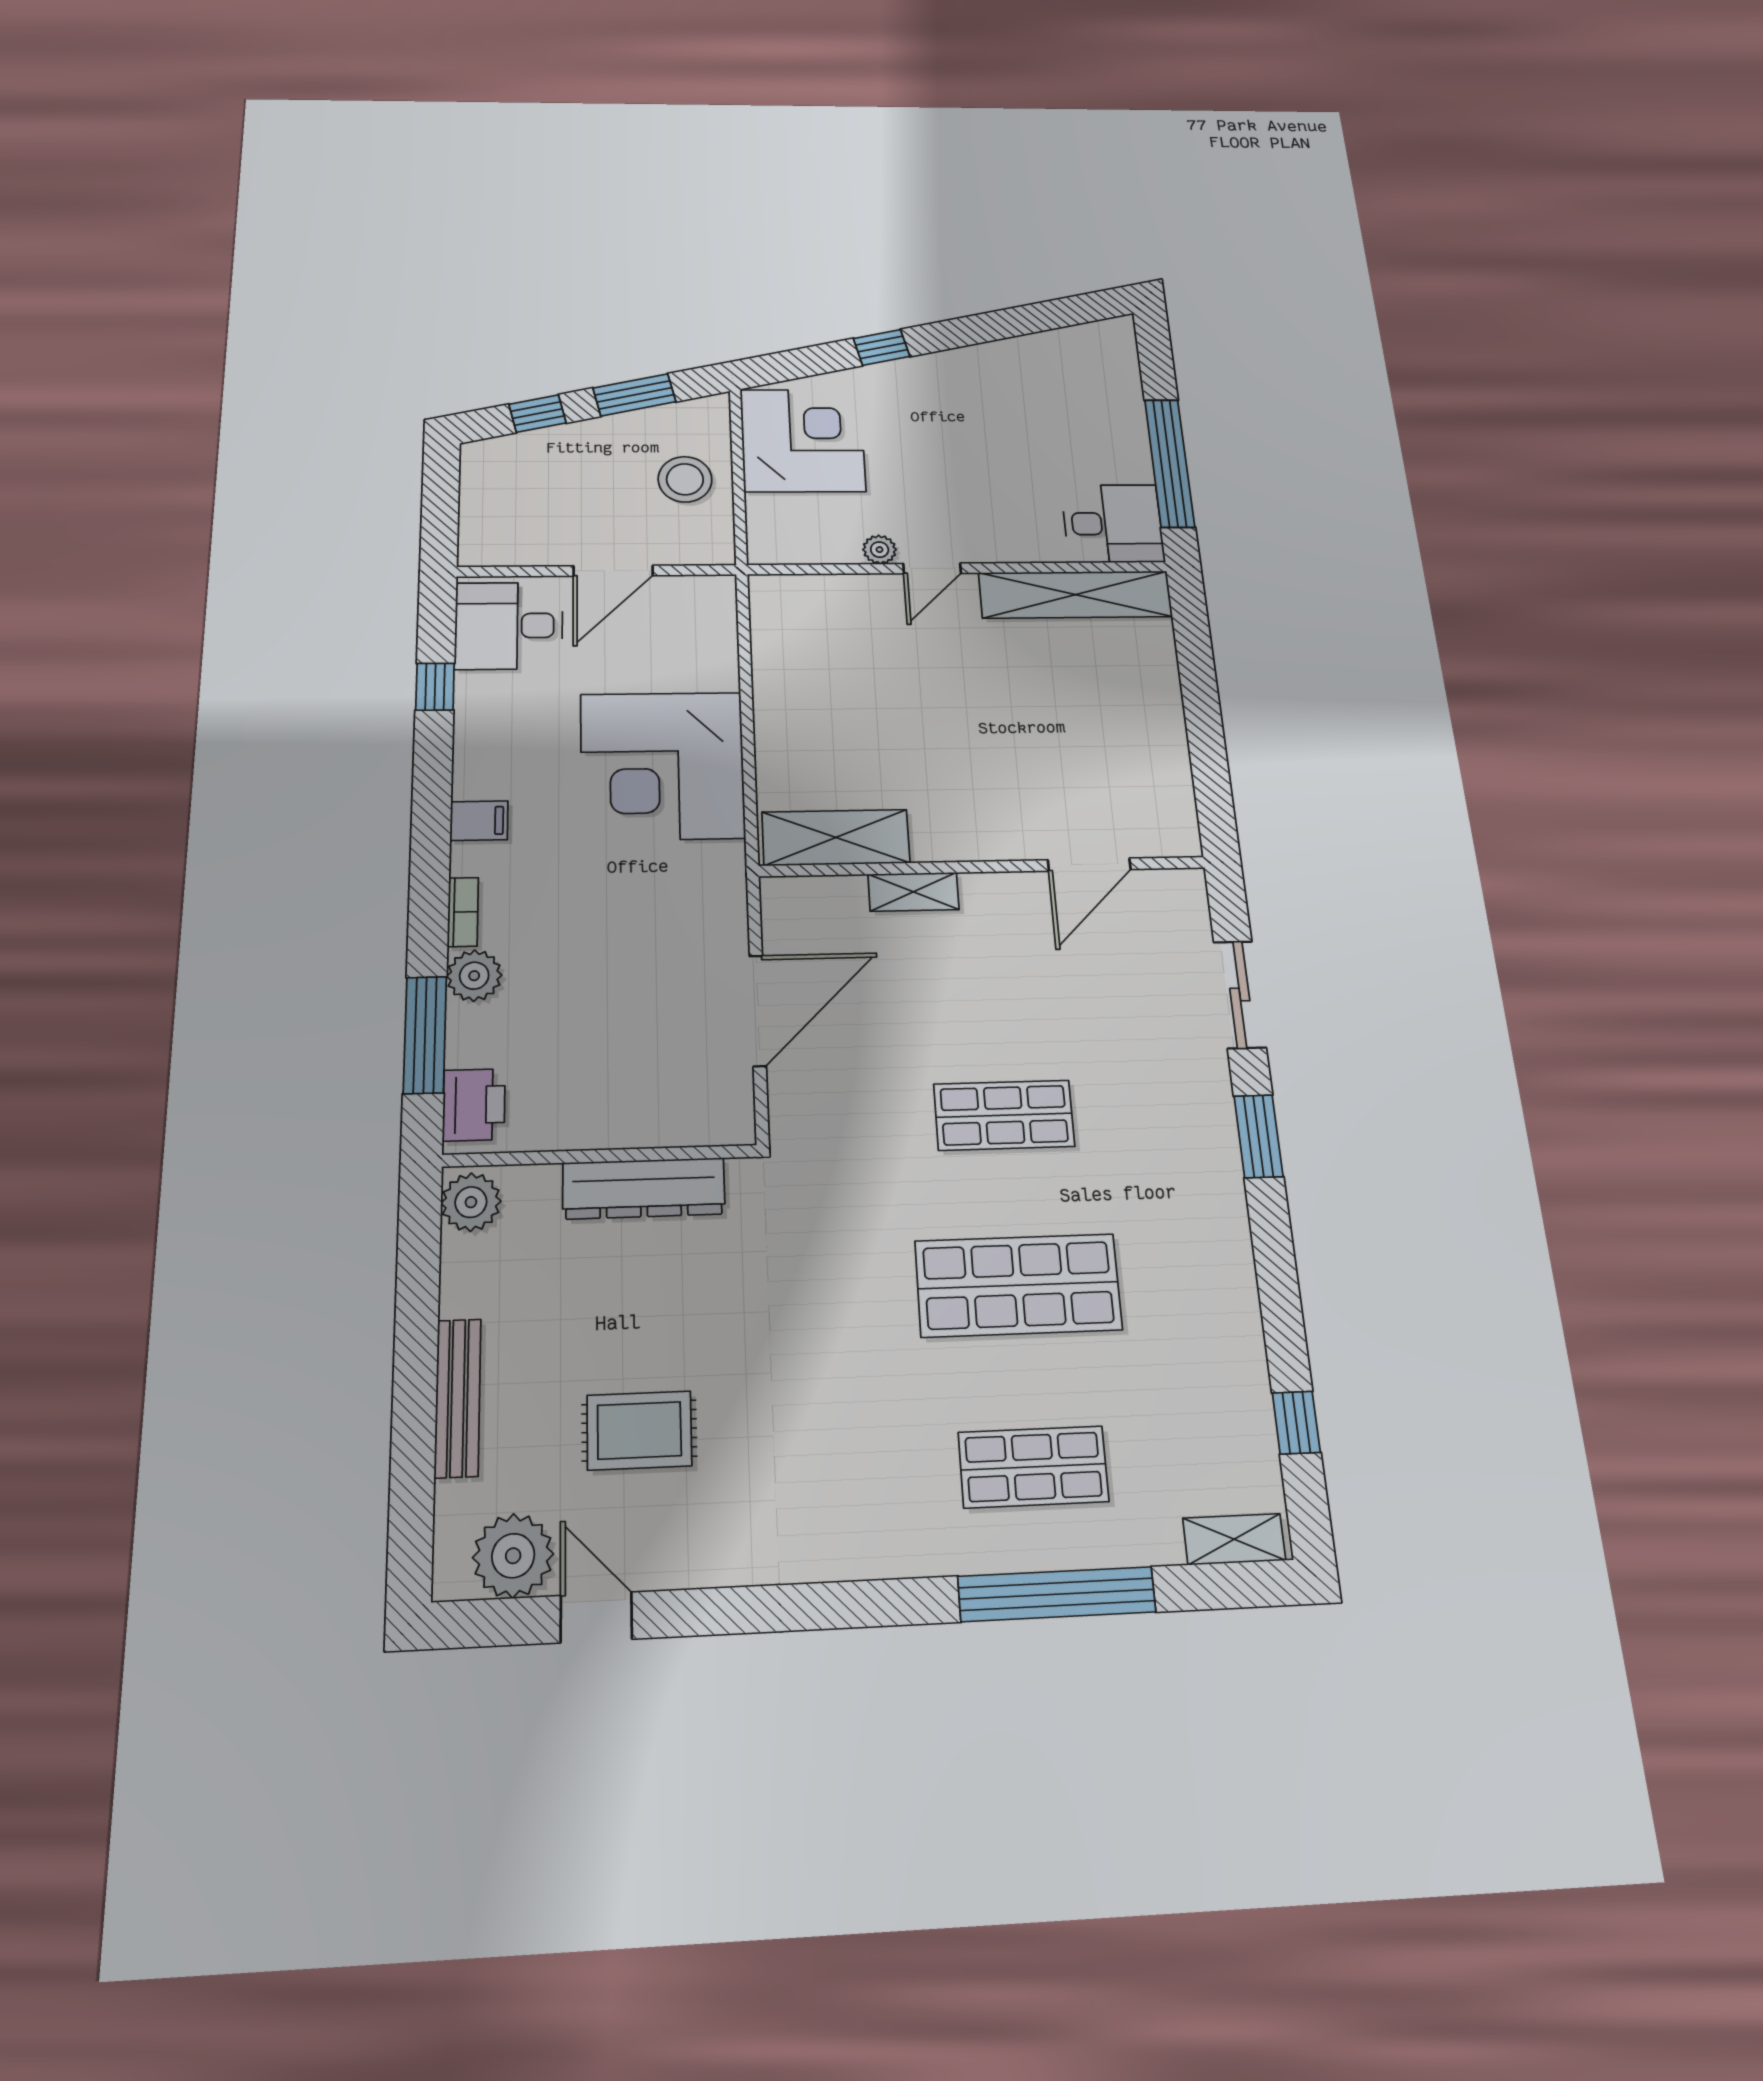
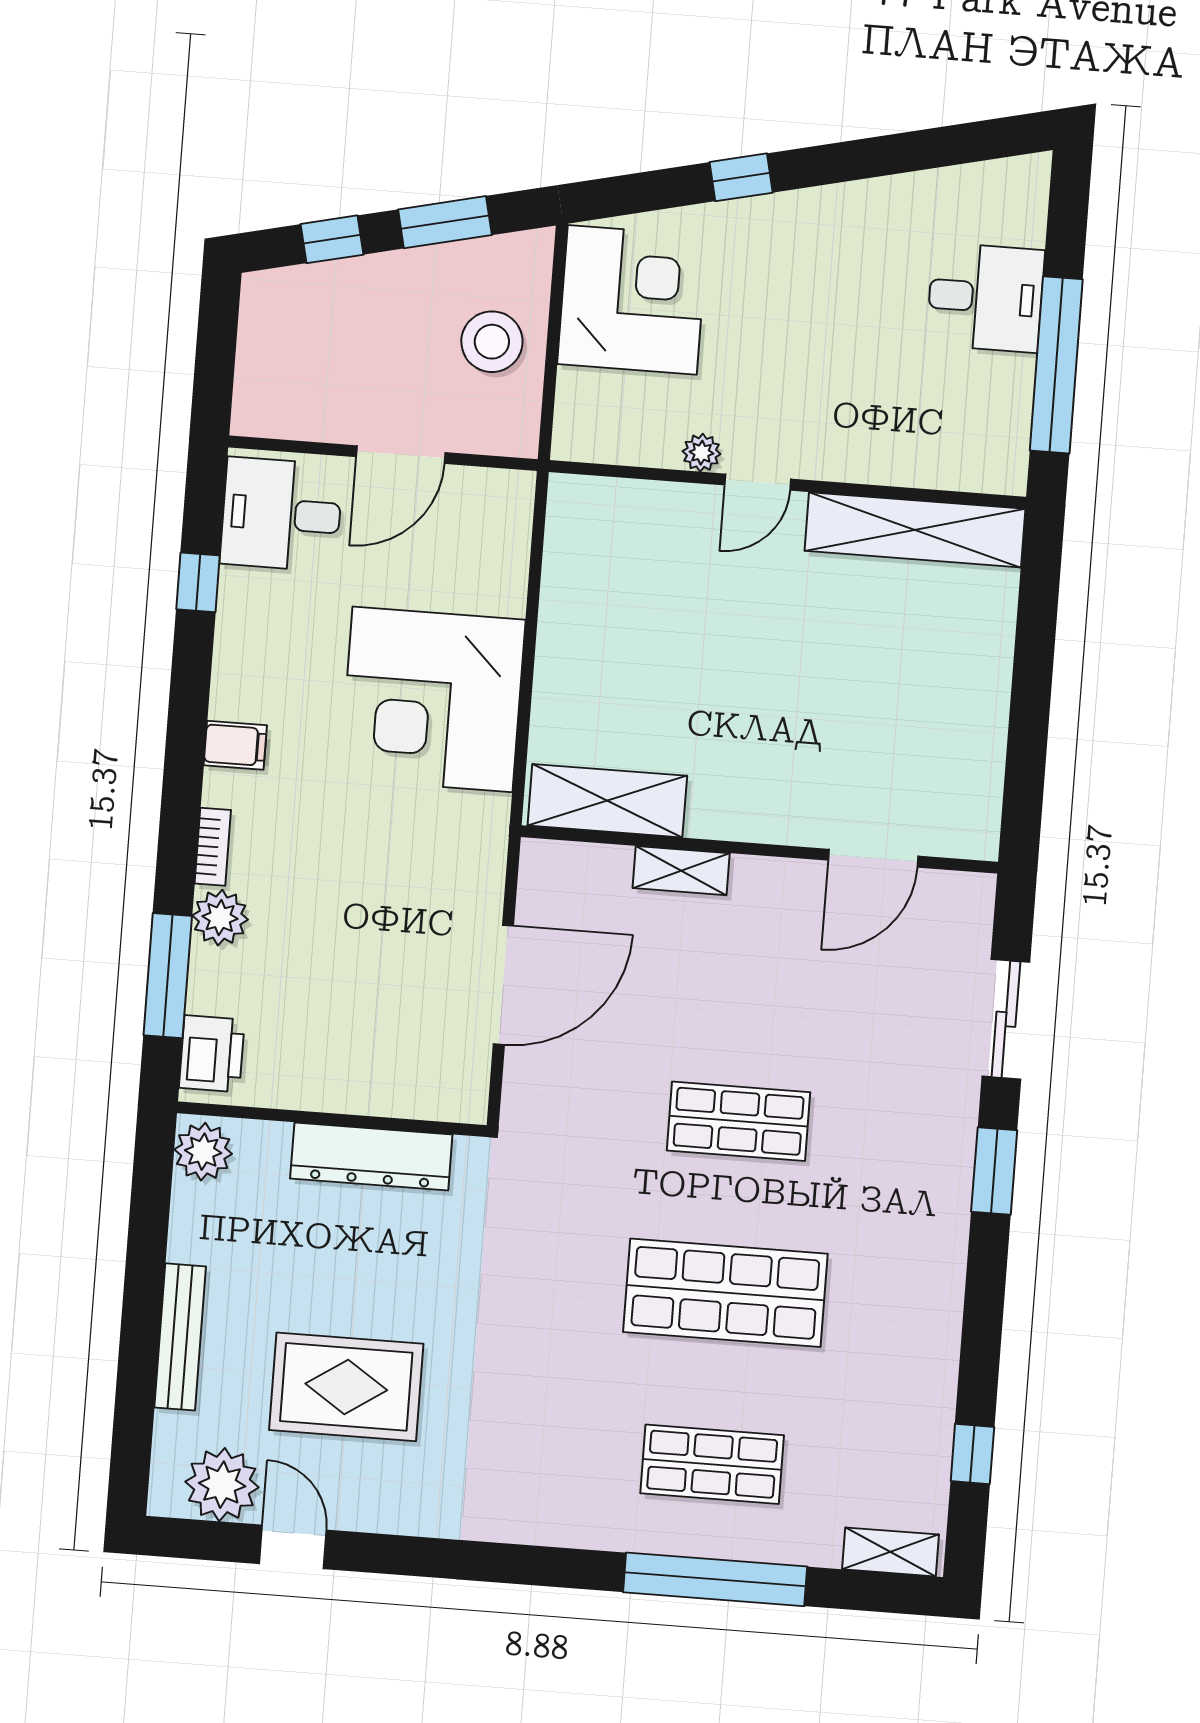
desk: (1113, 524) -> (986, 297), moved
rug: (639, 1430) -> (346, 1387), width x1.36, depth x1.43

